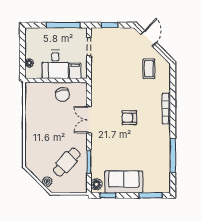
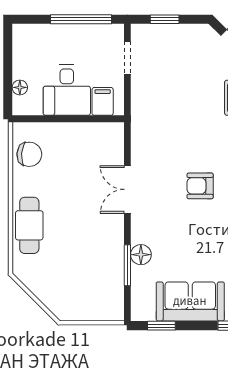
chair: (62, 95) -> (29, 154), moved, turned -75
cafe table: (67, 162) -> (29, 225), moved, turned -42
plant: (47, 181) -> (52, 301), removed
floor lamp: (96, 184) -> (141, 255), moved

